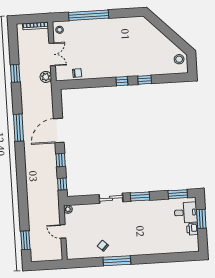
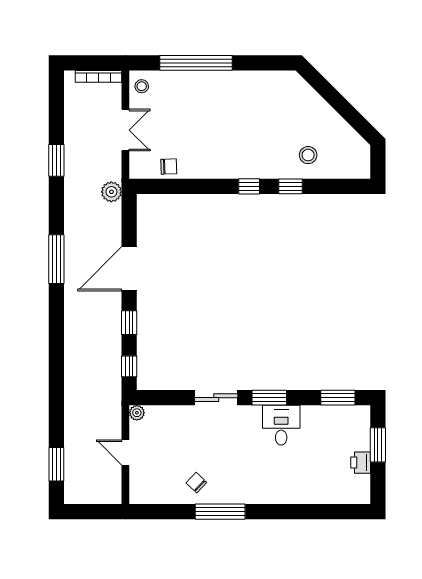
stool: (179, 59) -> (308, 155), moved
plant: (46, 77) -> (111, 192), moved
desk: (186, 213) -> (281, 425), moved, turned -90

